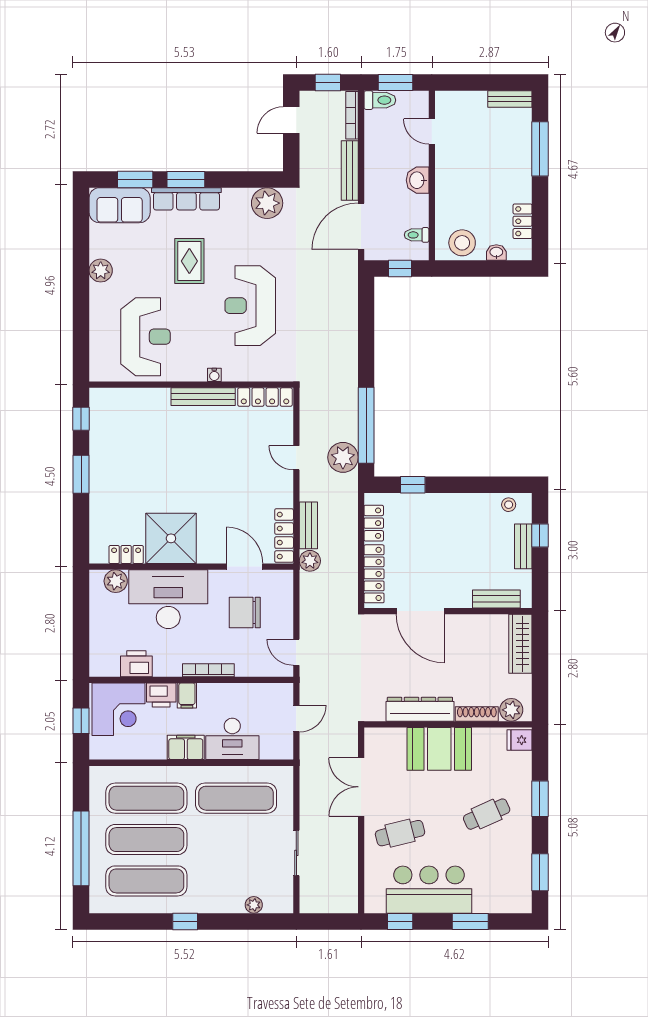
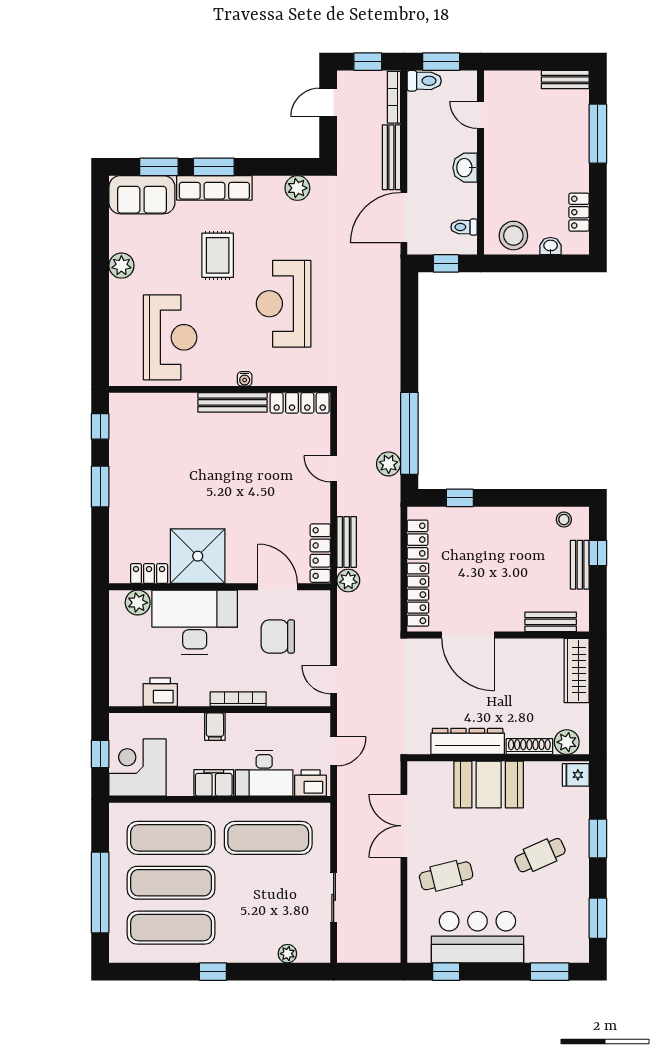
plant: (267, 203) -> (297, 188), width x0.73, depth x0.73
plant: (343, 457) -> (389, 464), width x0.73, depth x0.73
printer: (161, 695) -> (311, 783), moved, turned 180
corner desk: (119, 709) -> (137, 768), moved, turned 180
window: (470, 921) -> (550, 972), moved

